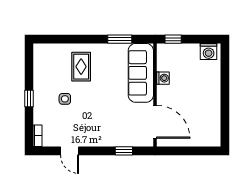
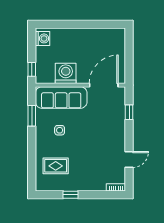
rug: (81, 67) -> (56, 166), moved
washing machine: (163, 78) -> (66, 73), width x1.89, depth x1.89
window: (29, 98) -> (70, 195), moved
side table: (65, 99) -> (60, 130), moved

